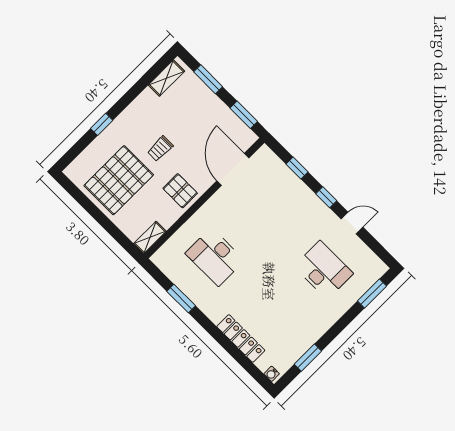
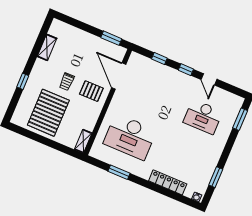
shelving: (166, 78) -> (47, 47), moved
window: (208, 79) -> (79, 25), removed
pallet: (180, 191) -> (91, 91), moved
door: (352, 223) -> (209, 79), swing flipped
desk: (215, 257) -> (130, 137), width x1.36, depth x1.30
desk: (324, 270) -> (203, 117), turned 180

